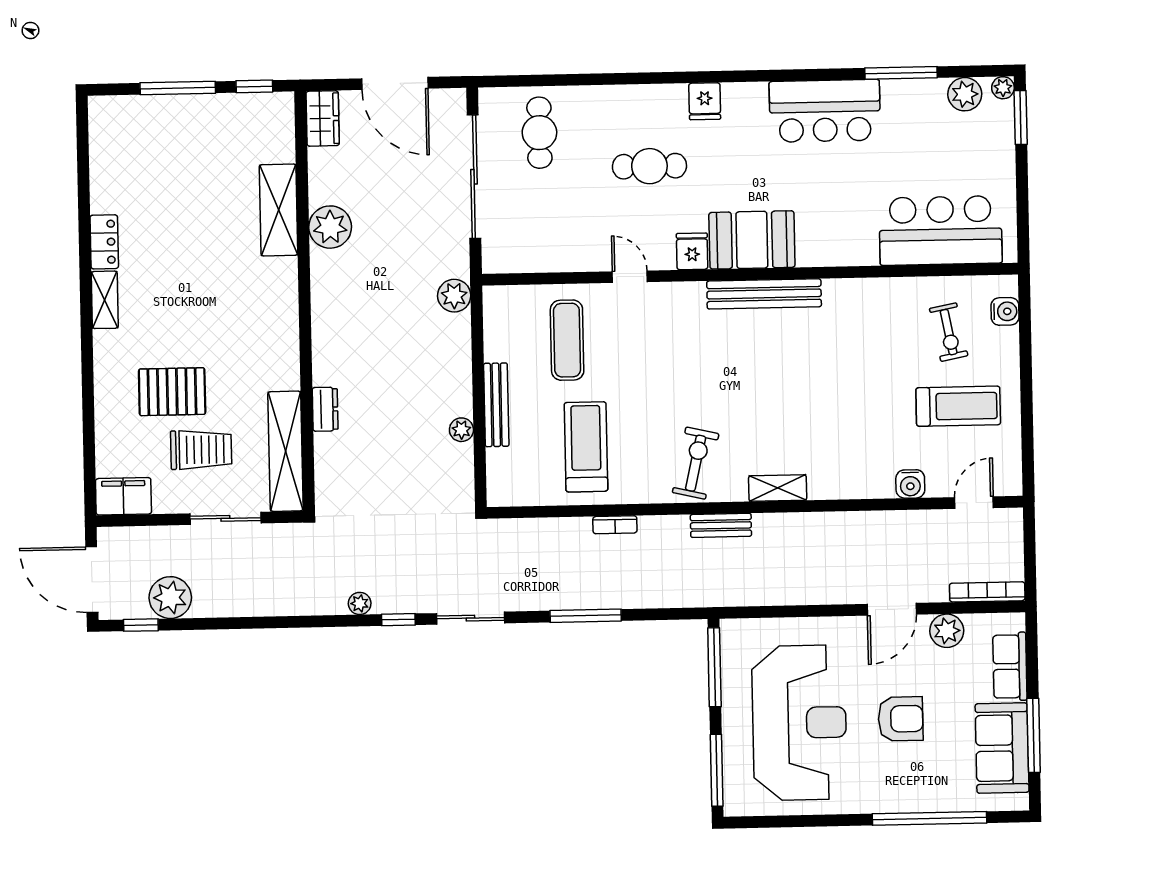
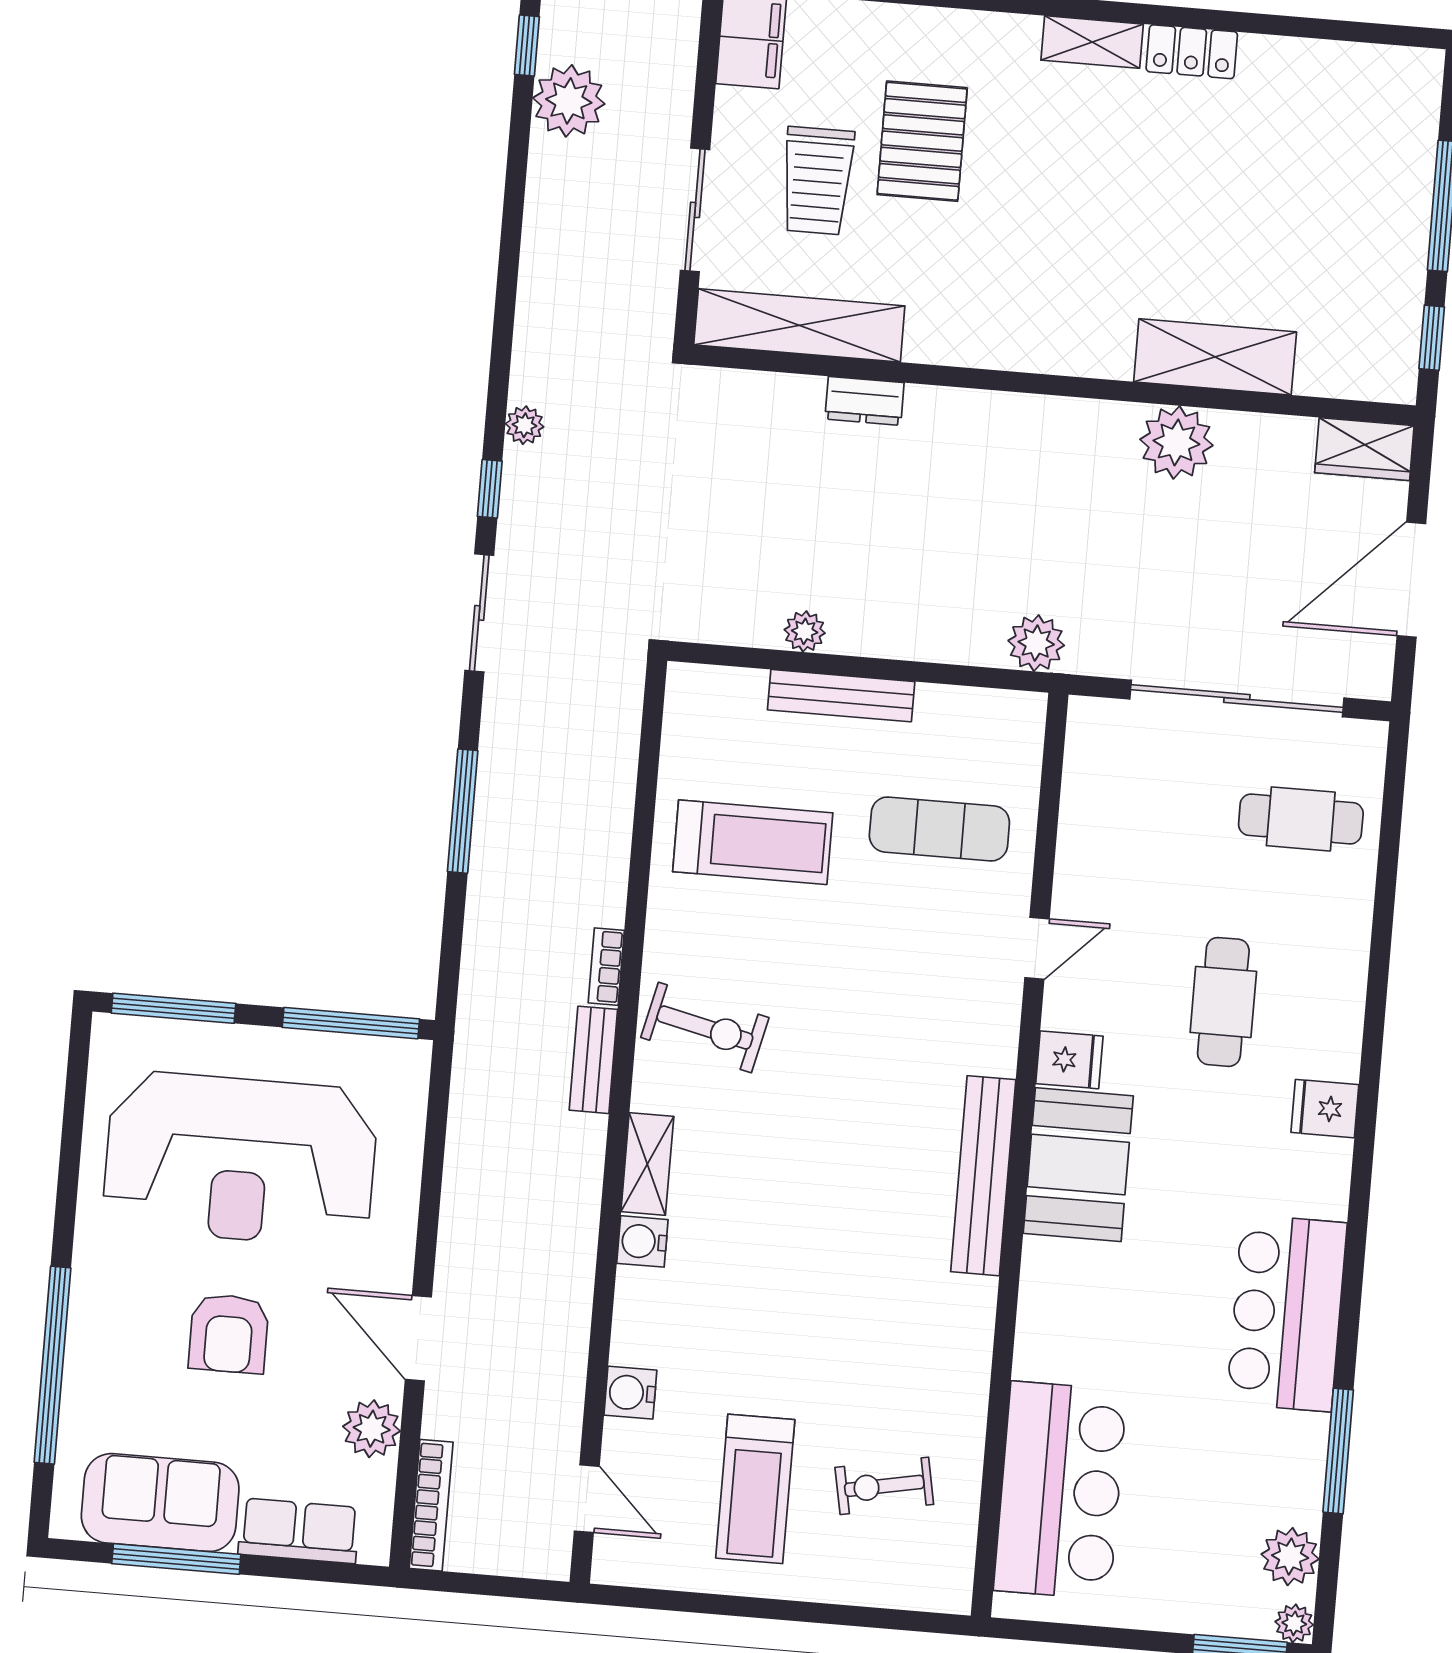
water cooler: (1005, 311) -> (642, 1241), moved, turned 90
bookcase: (615, 525) -> (606, 967), moved

